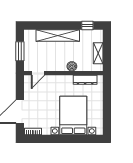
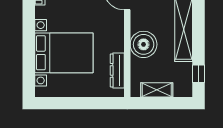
boiler: (72, 66) -> (144, 44), width x1.86, depth x1.86

